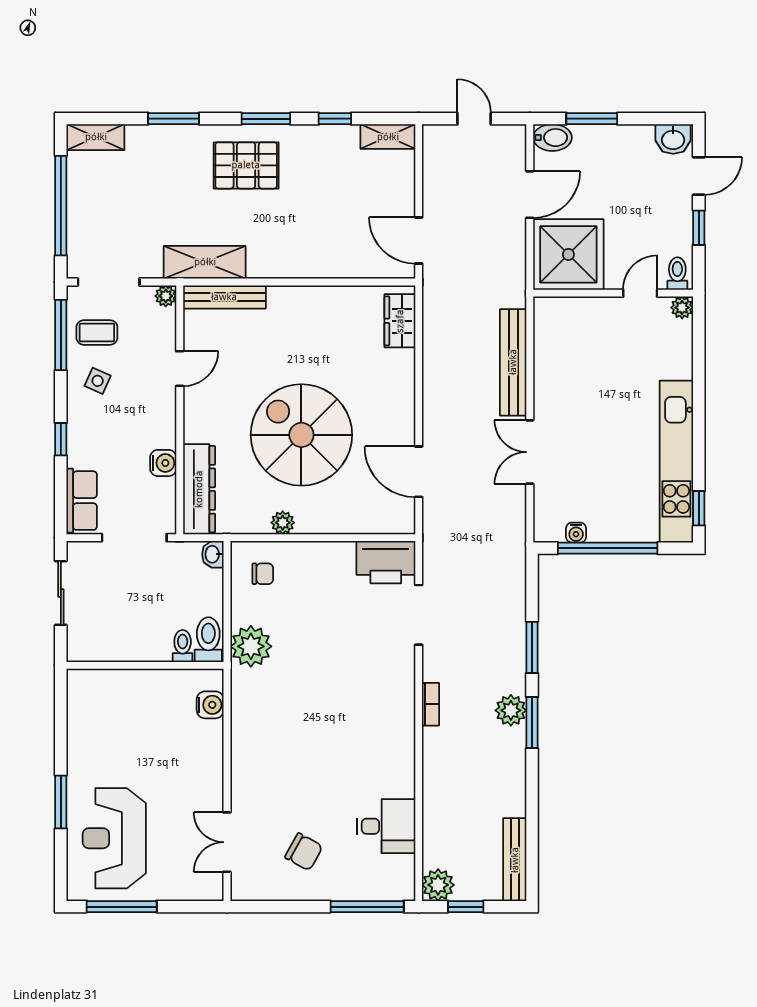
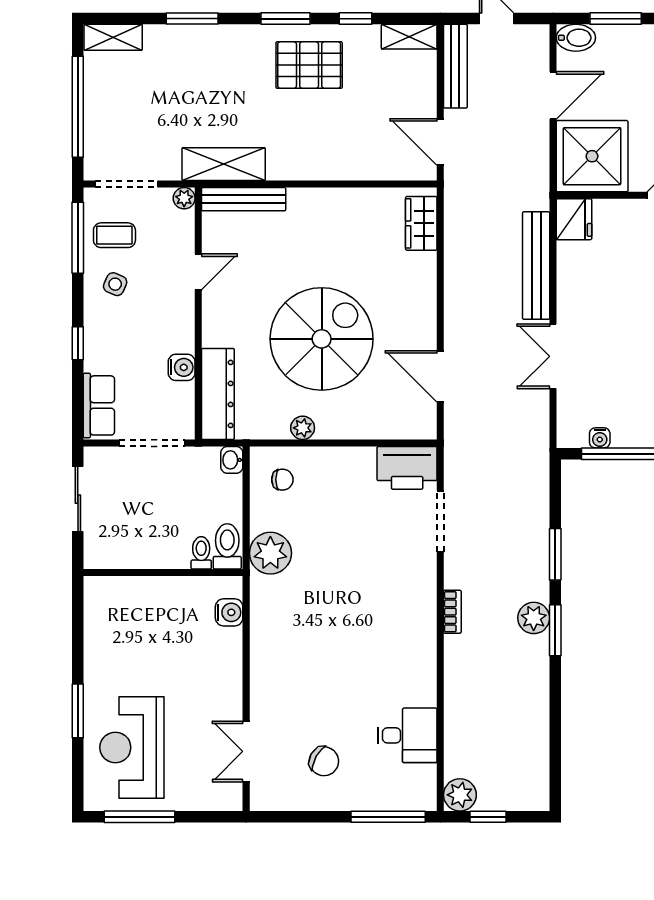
pallet: (246, 165) -> (309, 65), moved
fridge: (551, 317) -> (574, 219), added
spiral stairs: (301, 435) -> (322, 339), turned 90
bench: (515, 860) -> (455, 66), moved

